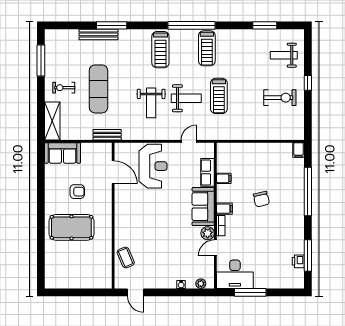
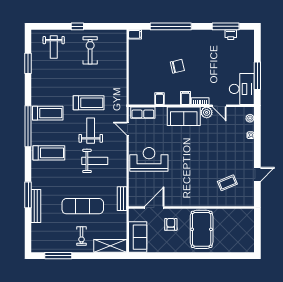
door: (113, 172) -> (154, 207), moved
row of seats: (208, 172) -> (143, 113), moved
wall: (113, 216) -> (191, 207), moved

